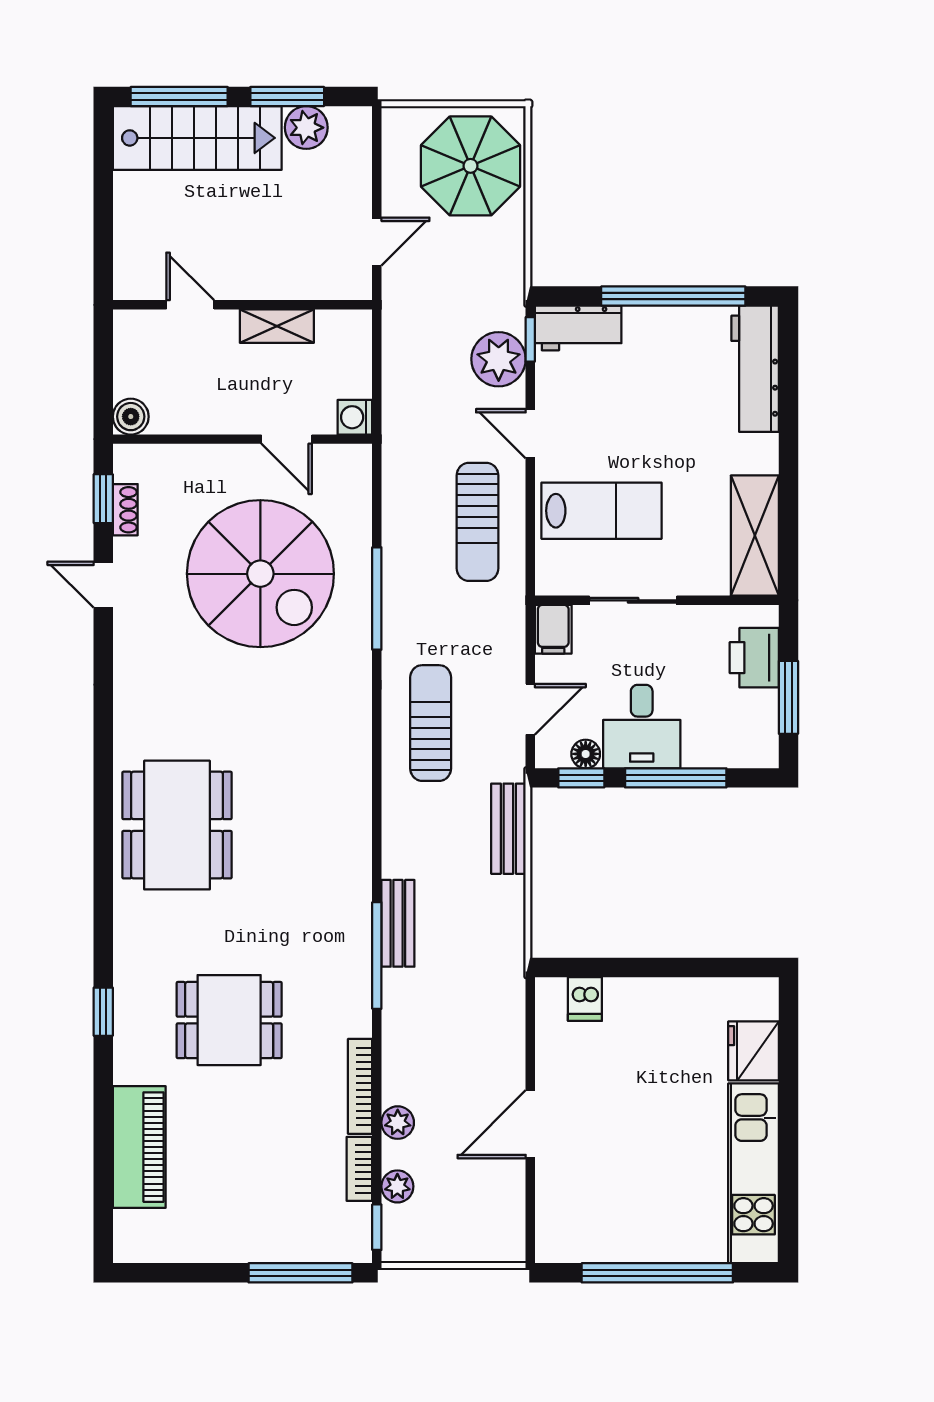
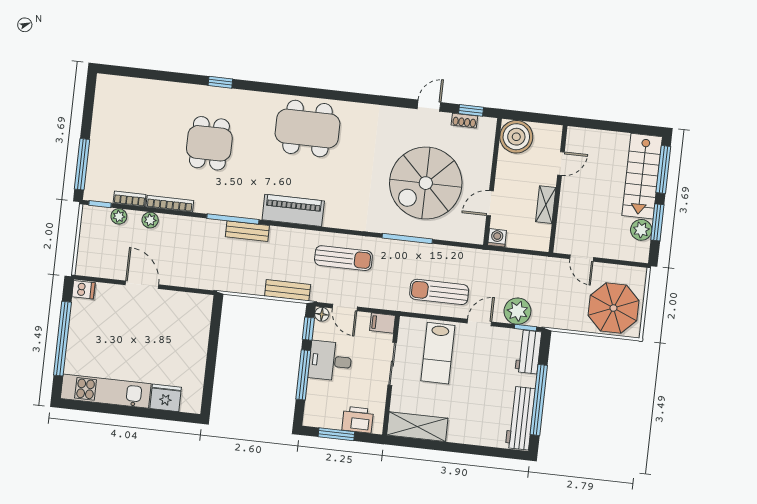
workbench: (755, 369) -> (520, 418), moved, turned -90
boiler: (131, 417) -> (516, 137), width x1.86, depth x1.86
floor lamp: (586, 754) -> (322, 314), moved
dishwasher: (585, 999) -> (83, 290), moved, turned 180
piano: (139, 1147) -> (293, 210), moved, turned 180

